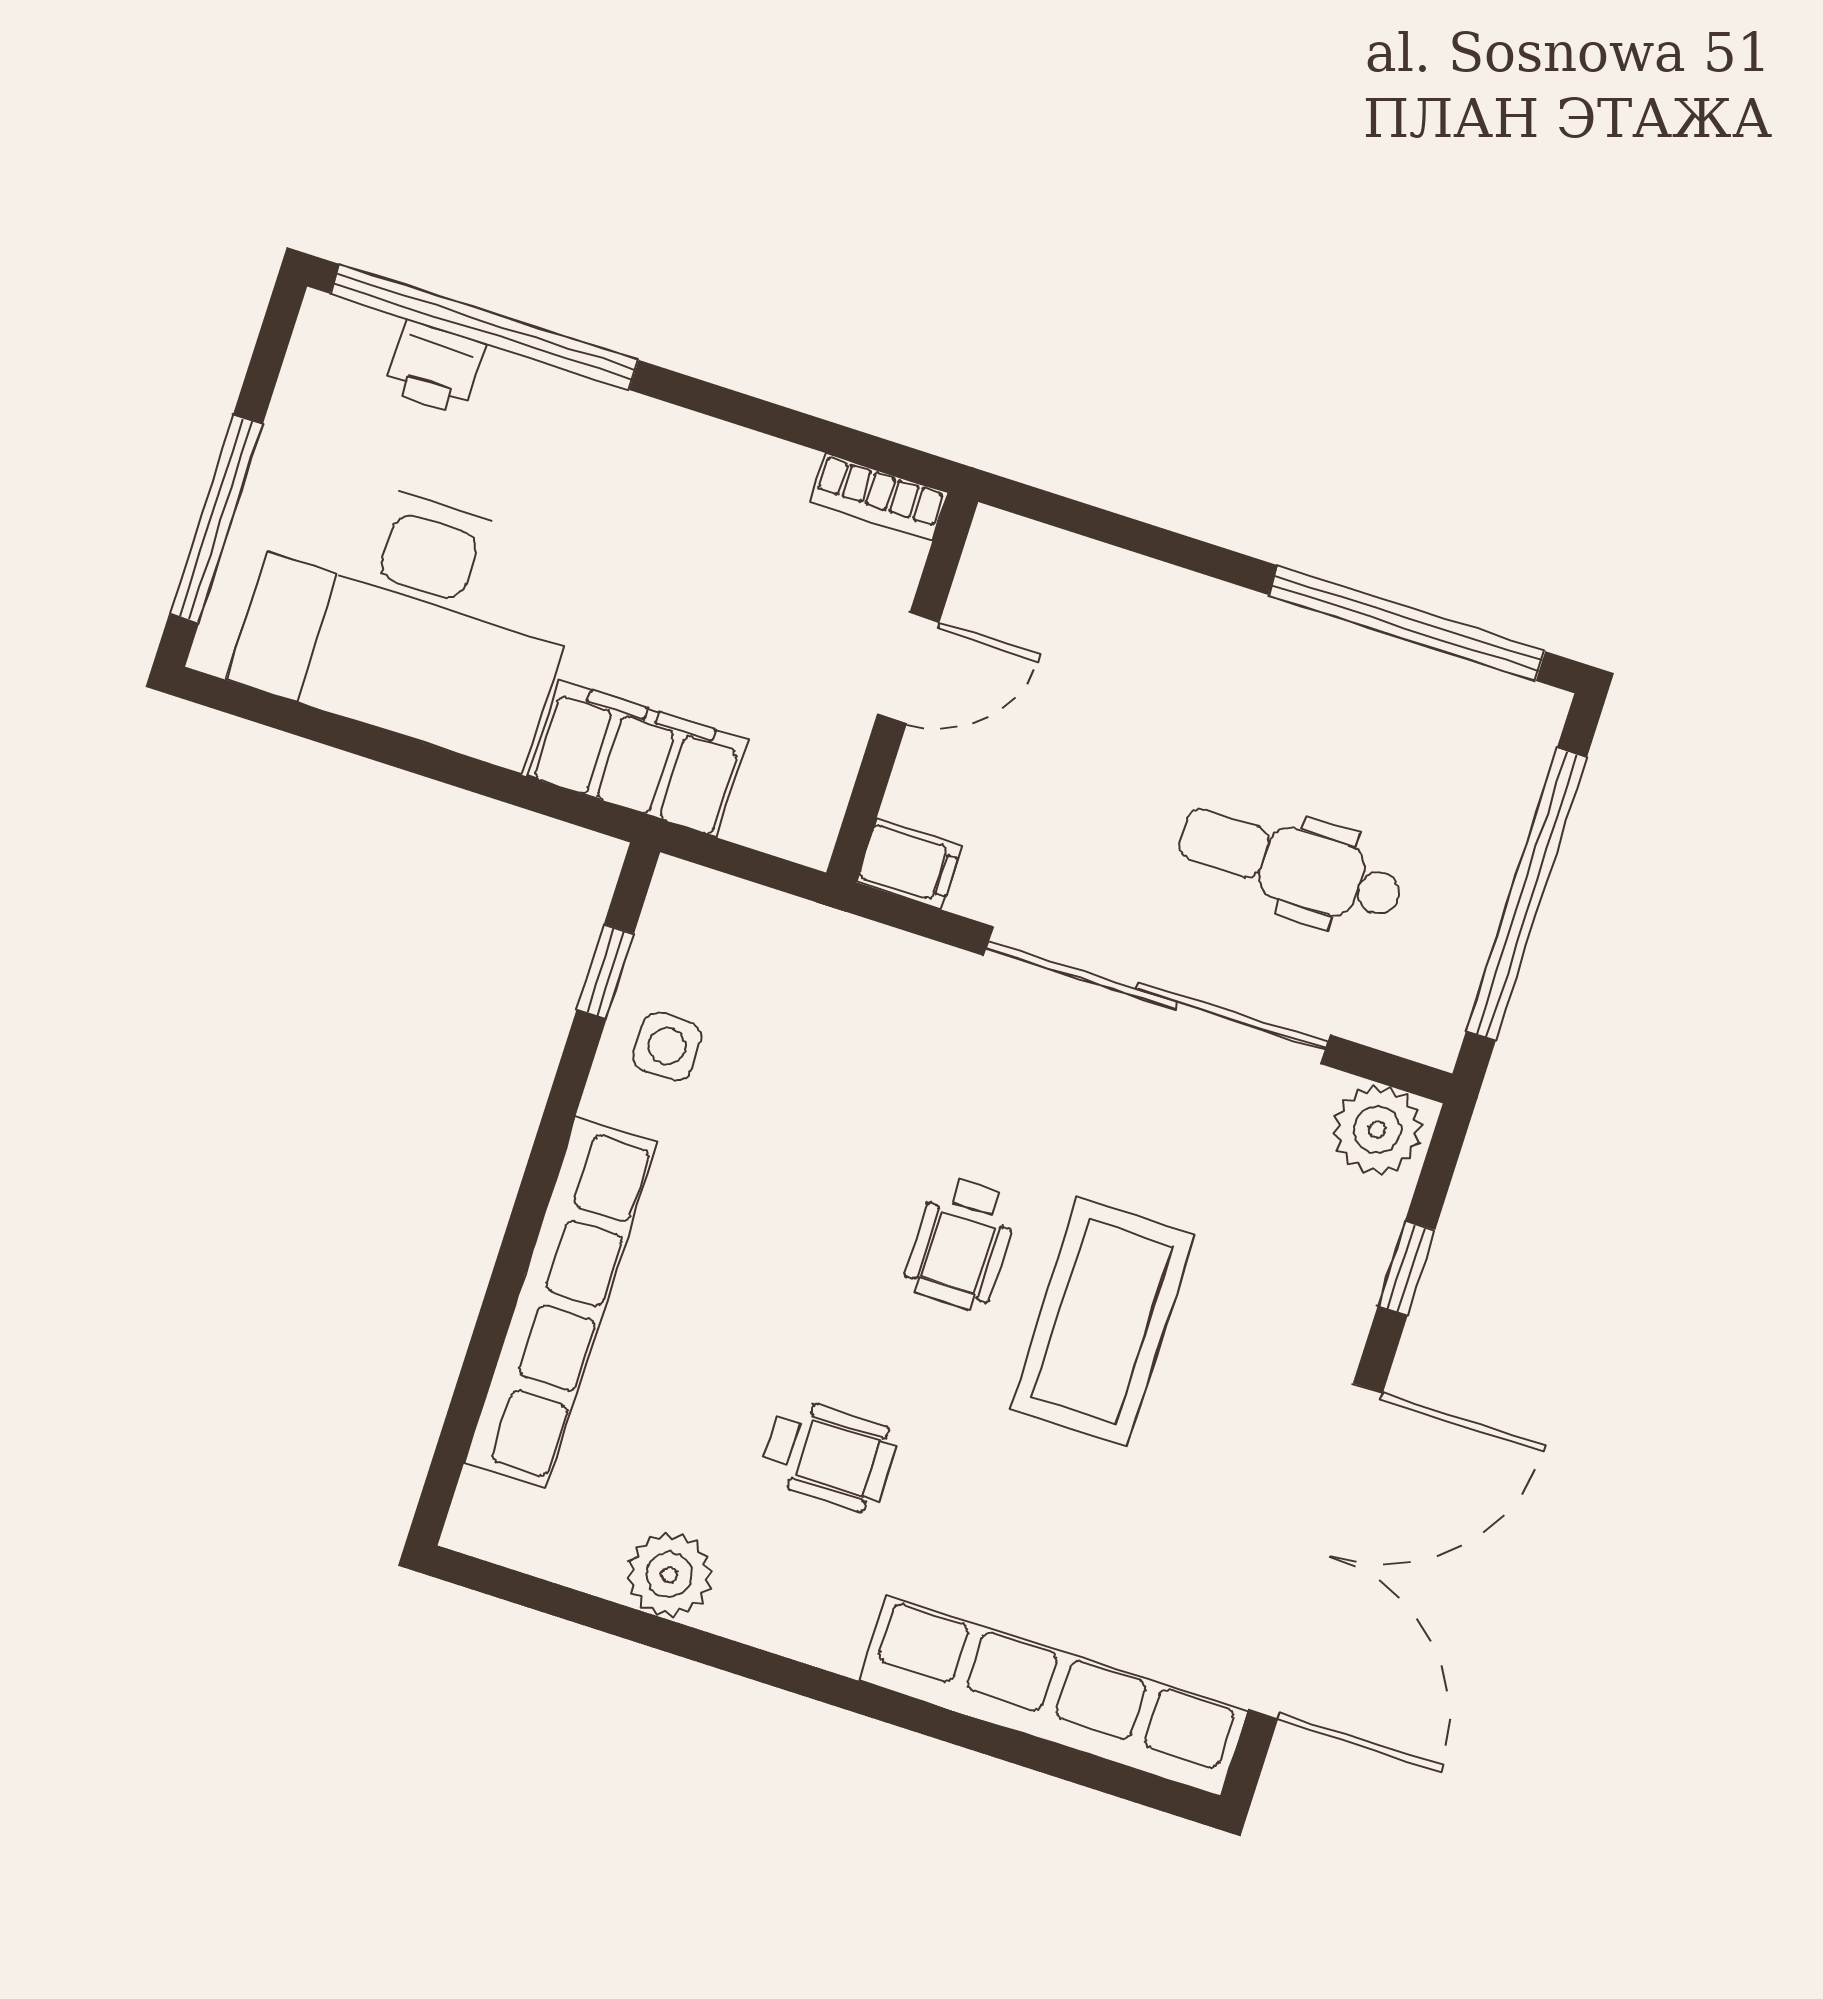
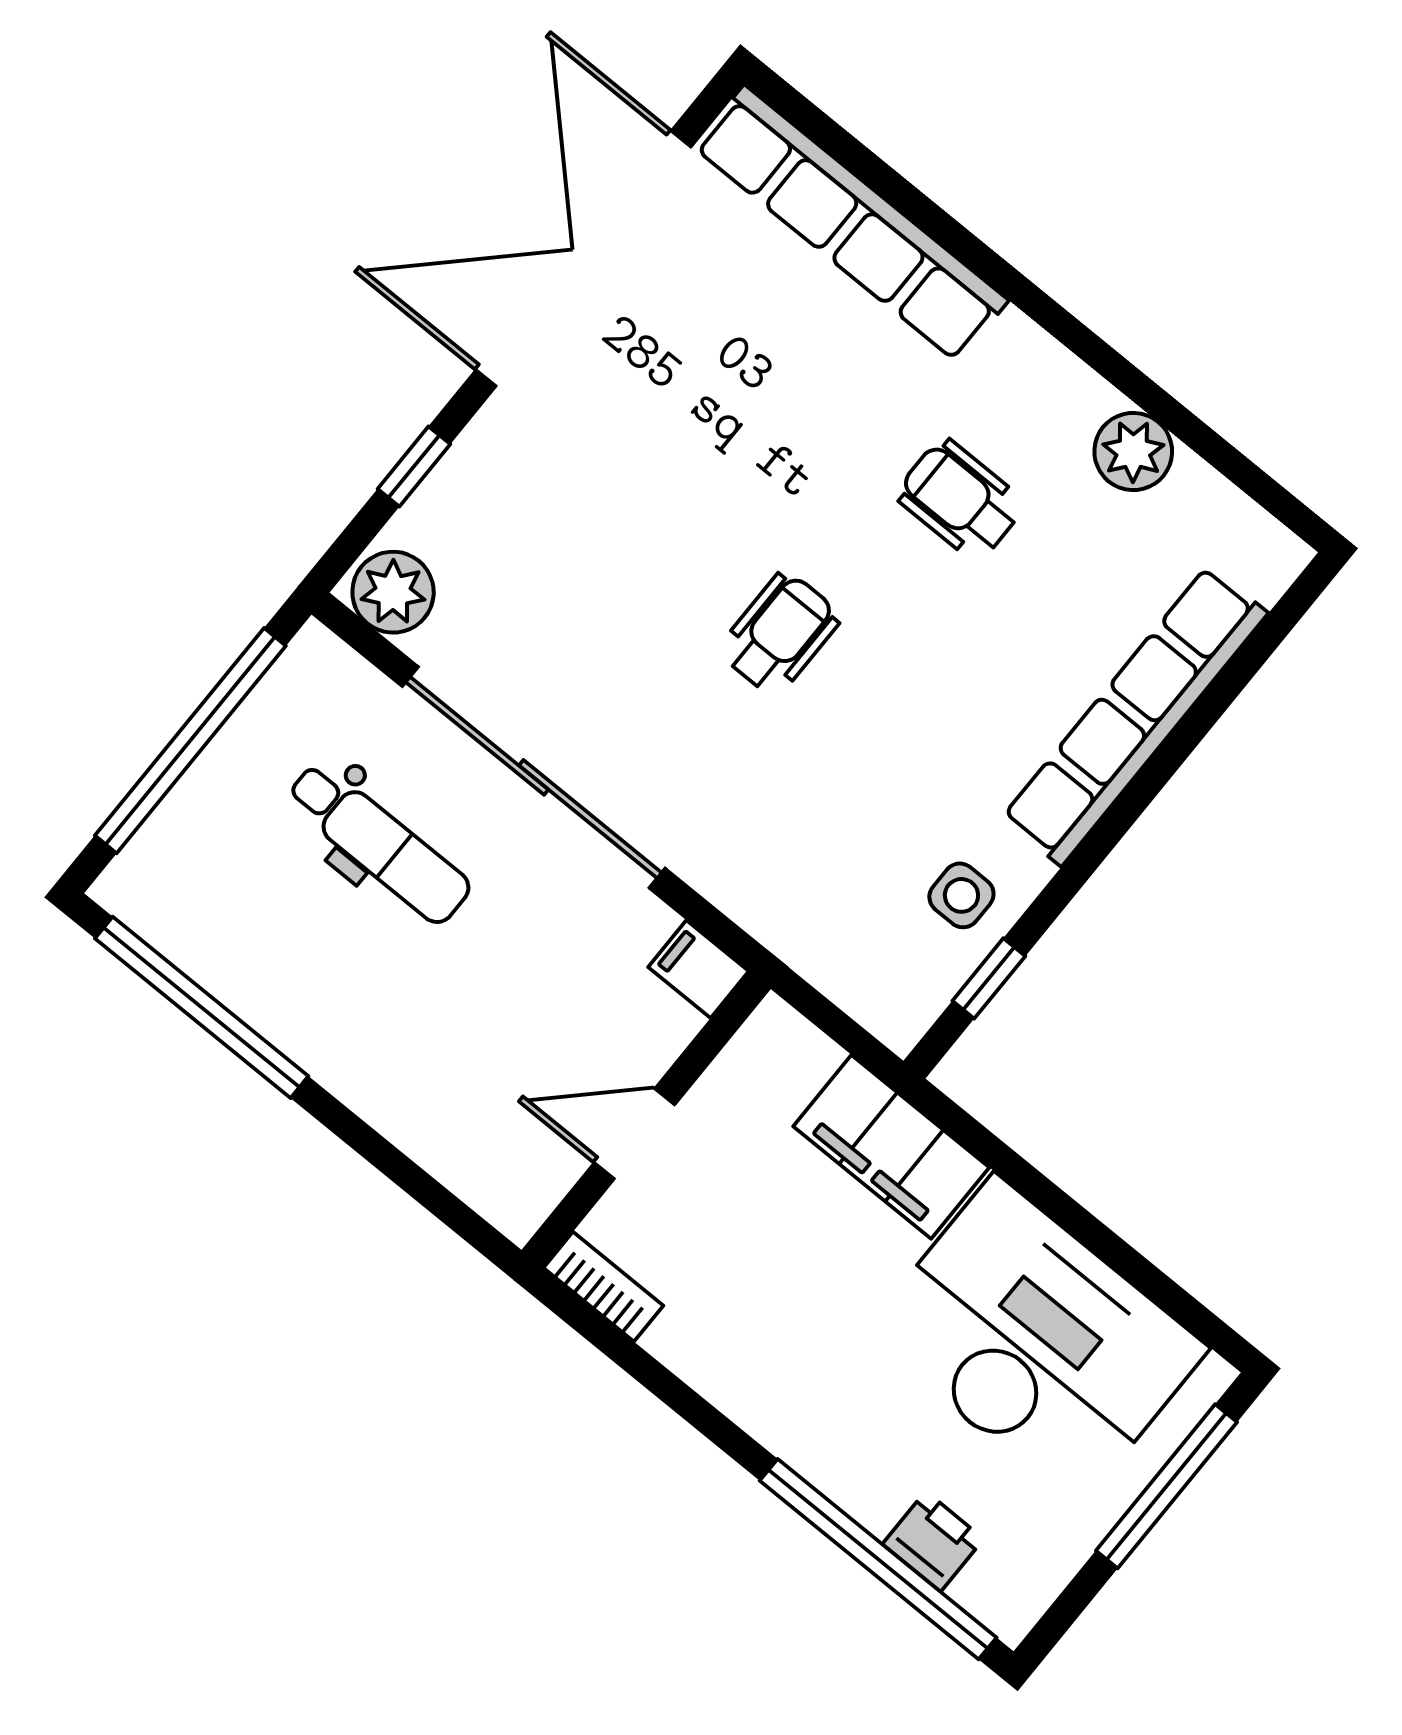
coffee table: (1102, 1322) -> (687, 521), removed

